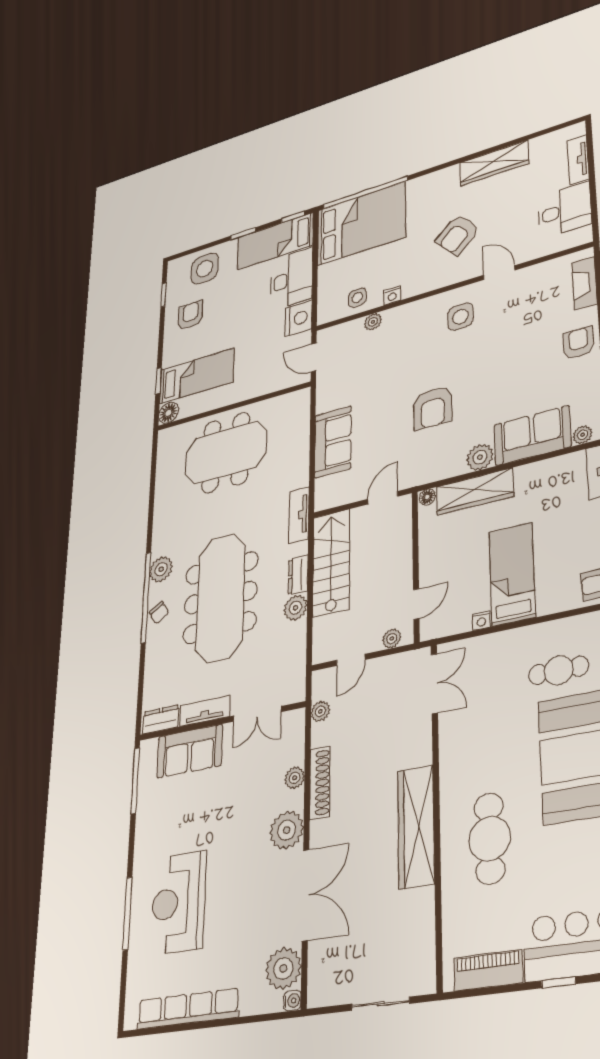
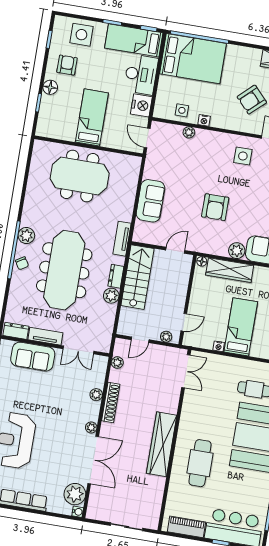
bed: (197, 376) -> (92, 117), moved, turned -90
floor lamp: (168, 413) -> (50, 87), moved
plant: (287, 830) -> (91, 427), width x0.53, depth x0.53

